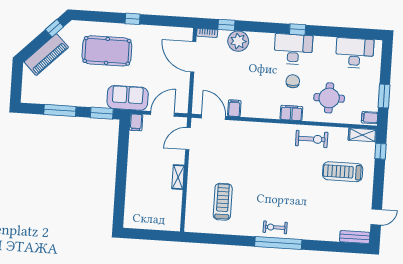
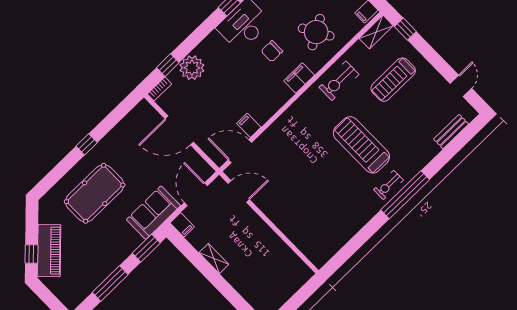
window: (54, 28) -> (31, 254), moved
door: (193, 57) -> (179, 130), moved
chair: (293, 81) -> (272, 51), turned -90
round table: (329, 98) -> (316, 32), turned -30
door: (188, 139) -> (239, 191), swing flipped
exercise bike: (312, 139) -> (339, 81), turned 180
shelving: (178, 177) -> (214, 259), moved
treadmill: (223, 202) -> (361, 145), moved, width x1.37, depth x1.38
bench: (355, 237) -> (451, 132), moved

